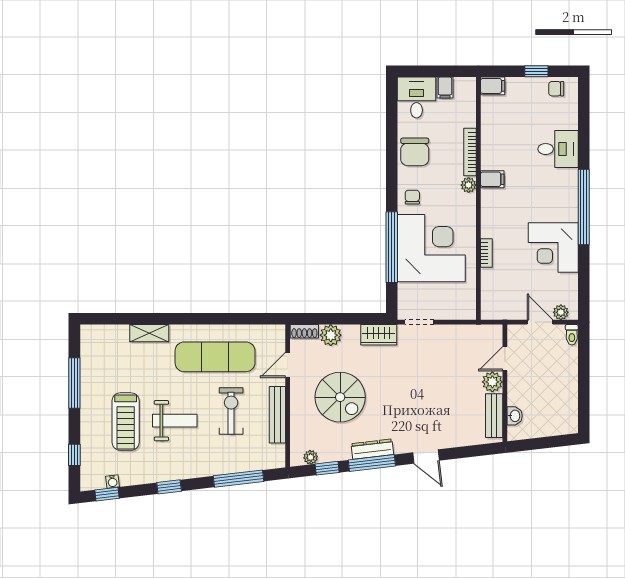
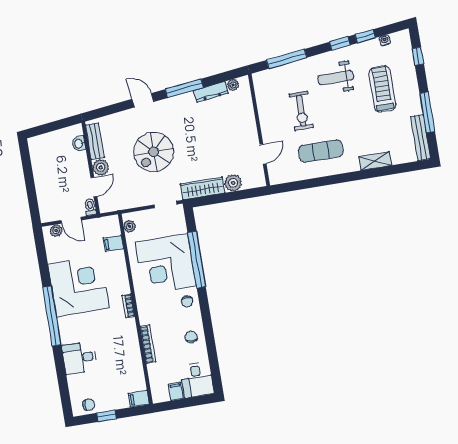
chair: (415, 152) -> (191, 337), width x0.54, depth x0.54
filing cabinet: (492, 179) -> (113, 243), moved
plant: (469, 185) -> (130, 226), moved
corner desk: (553, 248) -> (79, 286), width x1.36, depth x1.36
bookcase: (486, 253) -> (128, 306), moved
shoe rack: (304, 331) -> (254, 183), removed
wardrobe: (379, 335) -> (203, 188), width x1.50
toilet: (572, 335) -> (90, 207), moved
exercise mat: (215, 357) -> (321, 151), width x0.73, depth x0.69
spiral stairs: (340, 397) -> (154, 152), moved, turned -90
bench: (277, 415) -> (421, 138), moved
weight bench: (175, 421) -> (336, 78), moved
dresser: (372, 449) -> (211, 92), moved
window: (327, 468) -> (219, 78), removed
window: (107, 494) -> (365, 36), moved

